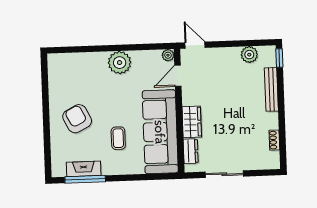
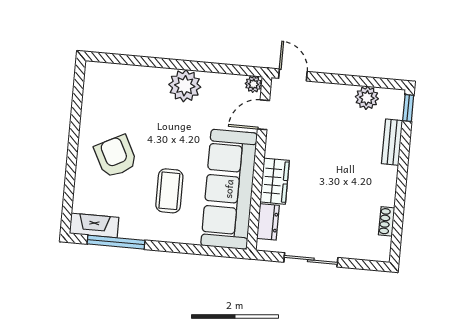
bench: (271, 89) -> (392, 142), width x0.73
coffee table: (118, 138) -> (169, 191), width x1.36, depth x1.30
fireplace: (84, 169) -> (94, 226), moved

